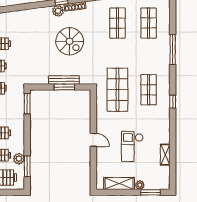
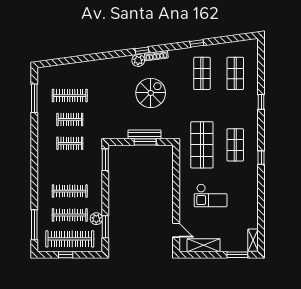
spiral stairs: (70, 41) -> (151, 93), turned -90
window: (173, 50) -> (261, 102), width x0.46
door: (93, 140) -> (176, 230), moved
checkout: (132, 146) -> (211, 195), moved, turned -90
shelving: (165, 155) -> (253, 240), moved
plant: (140, 185) -> (226, 247), removed

